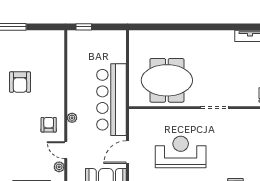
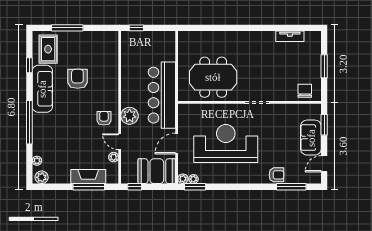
armchair: (20, 82) -> (77, 79), turned 180
plant: (72, 118) -> (130, 116), width x1.88, depth x1.88
reception desk: (181, 152) -> (226, 143), width x1.36, depth x1.30

